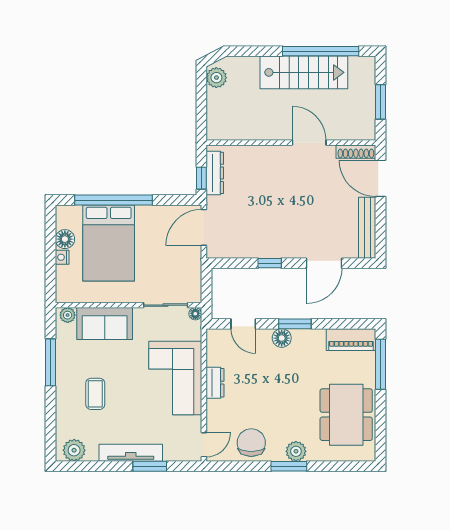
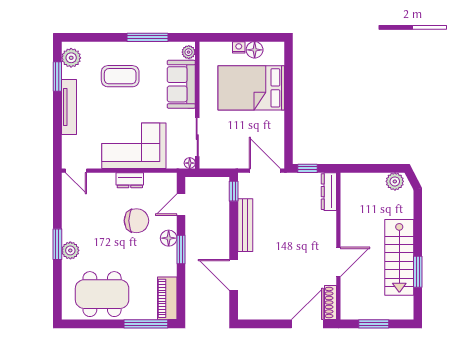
window: (321, 51) -> (418, 272), width x0.47
dresser: (215, 173) -> (329, 192), moved, turned 90
window: (113, 200) -> (288, 92), removed
bench: (367, 228) -> (245, 225), moved, turned 90
window: (270, 263) -> (234, 191), moved
coffee table: (95, 394) -> (120, 76), width x1.36, depth x1.30
chair: (251, 443) -> (136, 221), moved
window: (150, 466) -> (57, 76), moved

